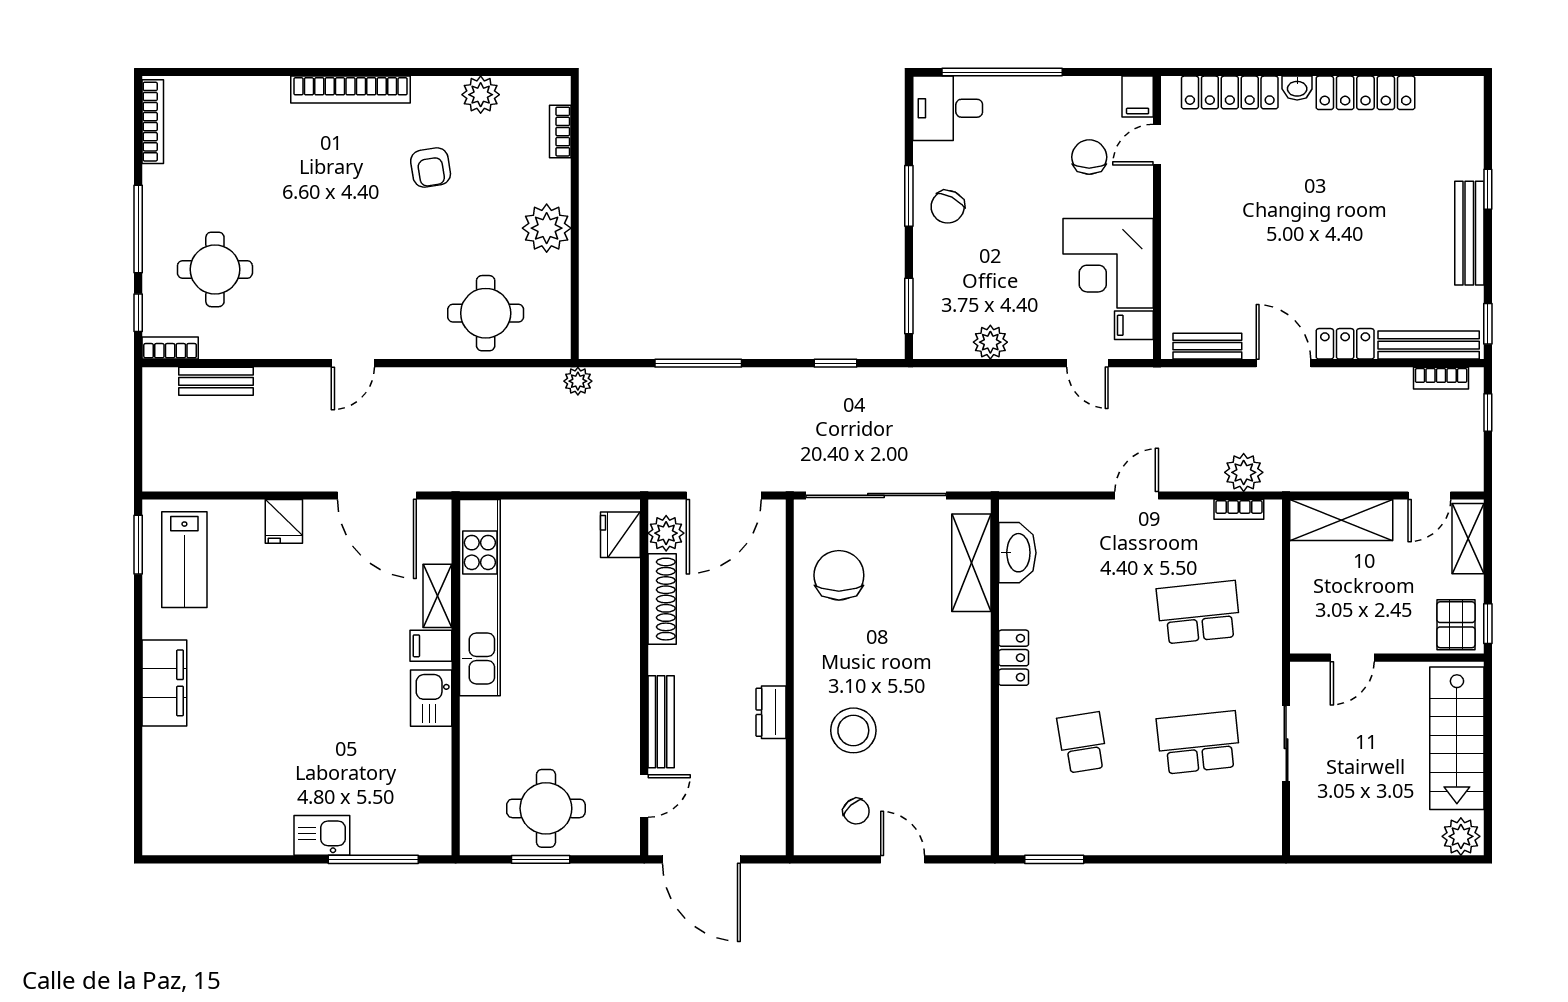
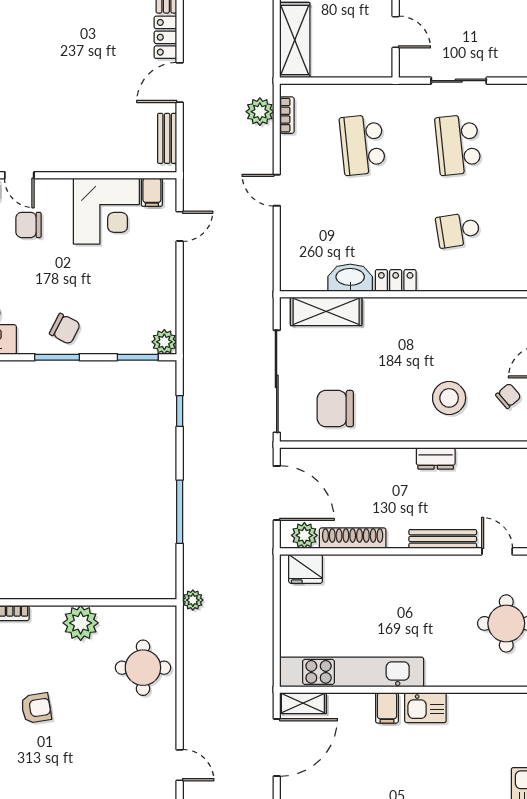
plant: (990, 342) -> (164, 342), moved
washbasin: (1017, 553) -> (350, 278), moved
shelving: (437, 596) -> (303, 703), moved

